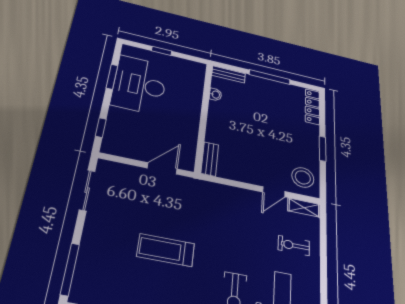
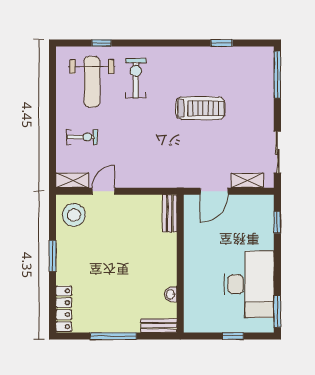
window: (112, 77) -> (277, 311), moved
shelving: (125, 171) -> (247, 181), added

